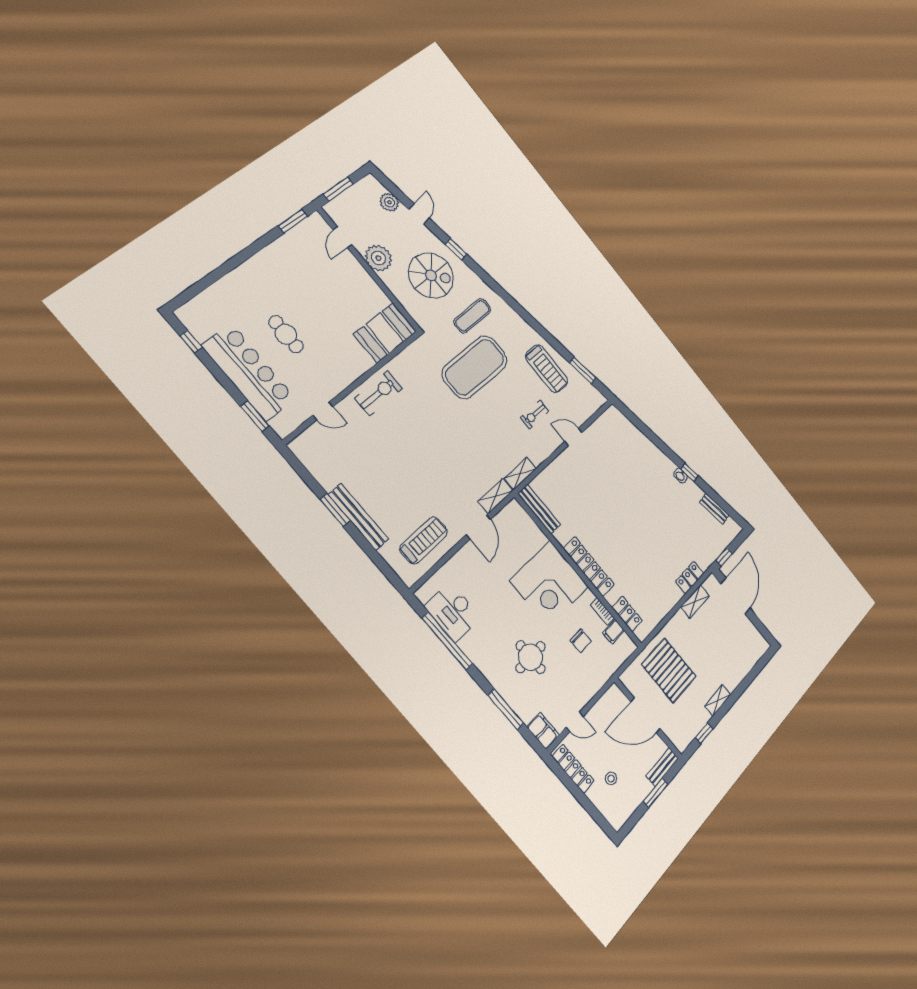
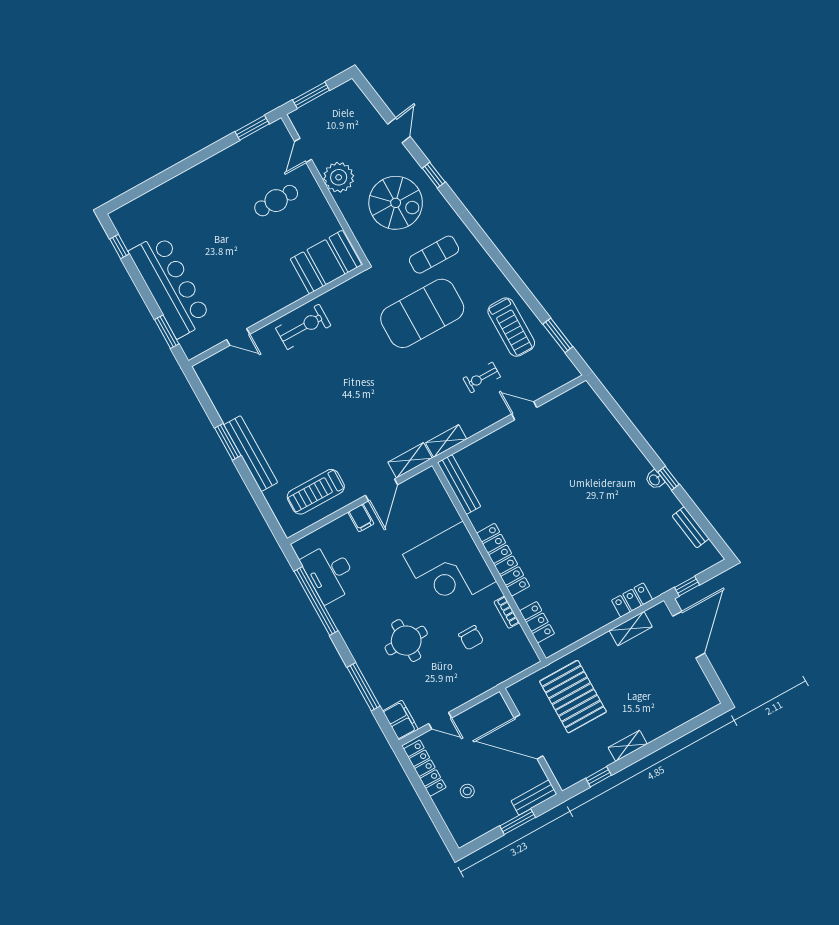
plant: (389, 202) -> (367, 114), removed
cafe table: (286, 334) -> (276, 201), moved, turned 90
treadmill: (424, 540) -> (316, 492), turned 180
filing cabinet: (613, 632) -> (361, 518), moved, turned -90

